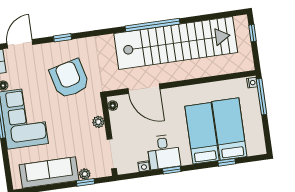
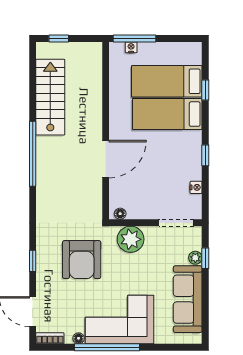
stairs: (176, 43) -> (50, 97), width x0.54, depth x0.66
armchair: (70, 79) -> (82, 260), turned -76
nightstand: (252, 83) -> (131, 47), moved
door: (144, 89) -> (106, 159), moved
plant: (98, 122) -> (131, 239), width x1.88, depth x1.88
desk: (164, 152) -> (183, 162), removed

